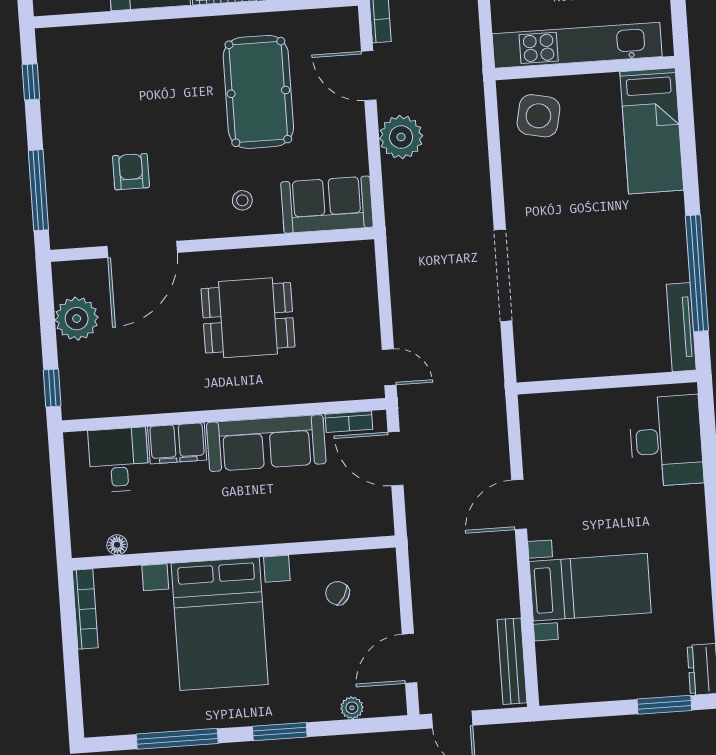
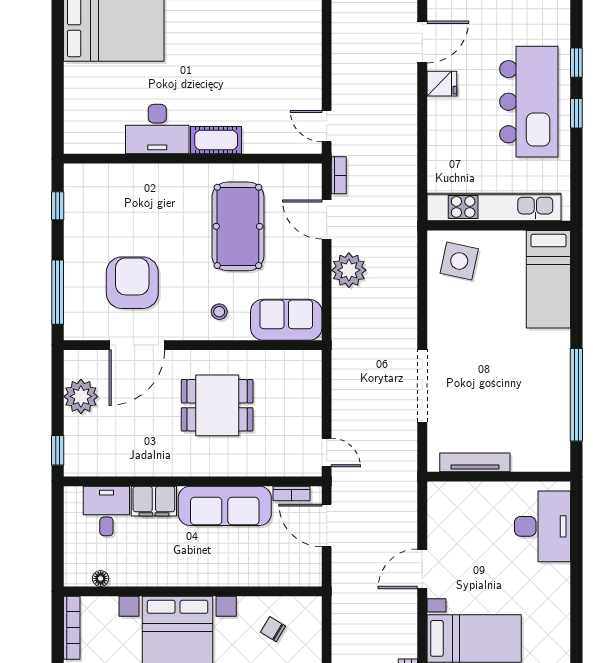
armchair: (131, 172) -> (132, 283), width x1.88, depth x1.88
tv unit: (681, 327) -> (475, 462), moved, turned 90

